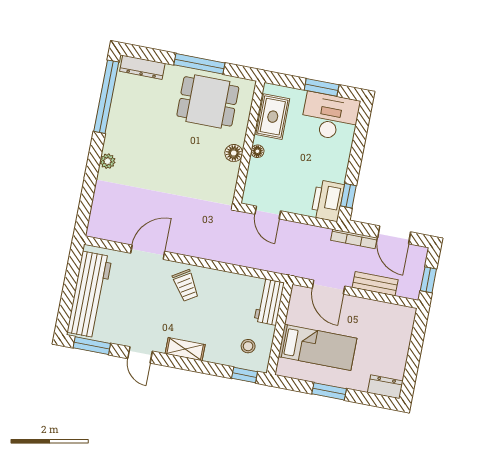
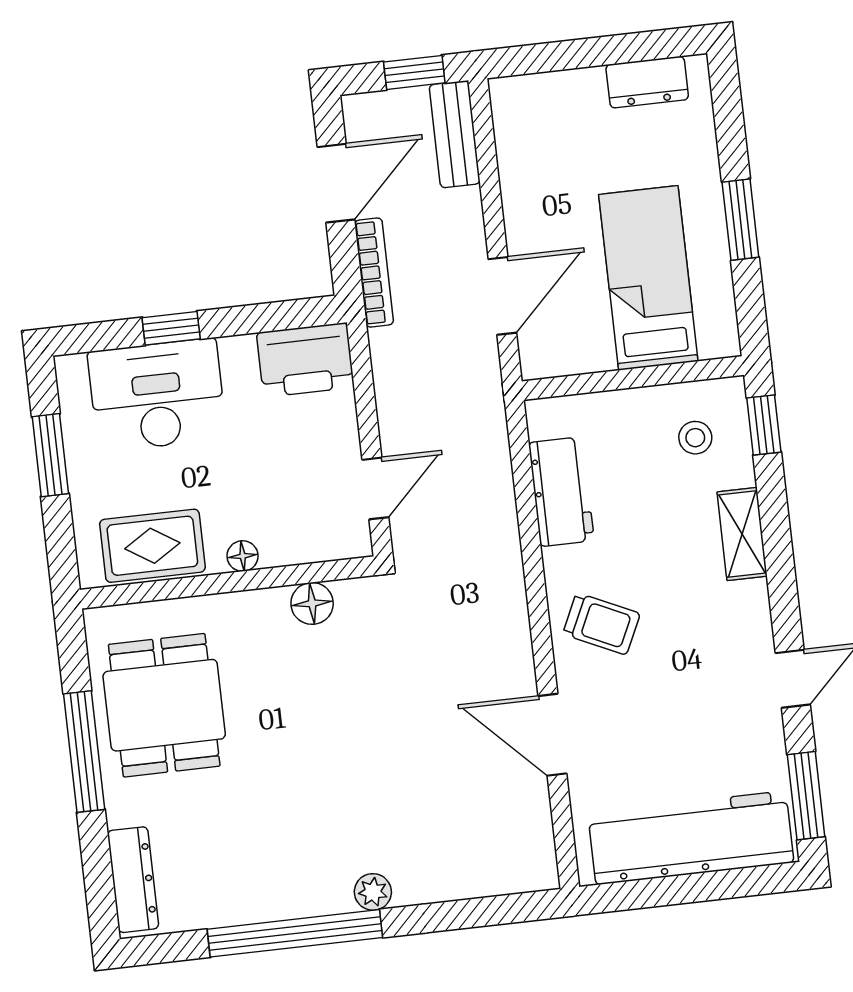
window: (106, 97) -> (295, 933), moved
desk: (330, 117) -> (157, 395), moved, turned 90
floor lamp: (234, 153) -> (312, 603), moved
window: (348, 196) -> (171, 328), moved
bench: (375, 284) -> (455, 134), moved
trolley: (186, 286) -> (601, 624), turned 57
workbench: (269, 302) -> (561, 492), moved, turned -90
shelving: (185, 349) -> (742, 534), moved
dresser: (385, 387) -> (647, 82), moved, turned -90

